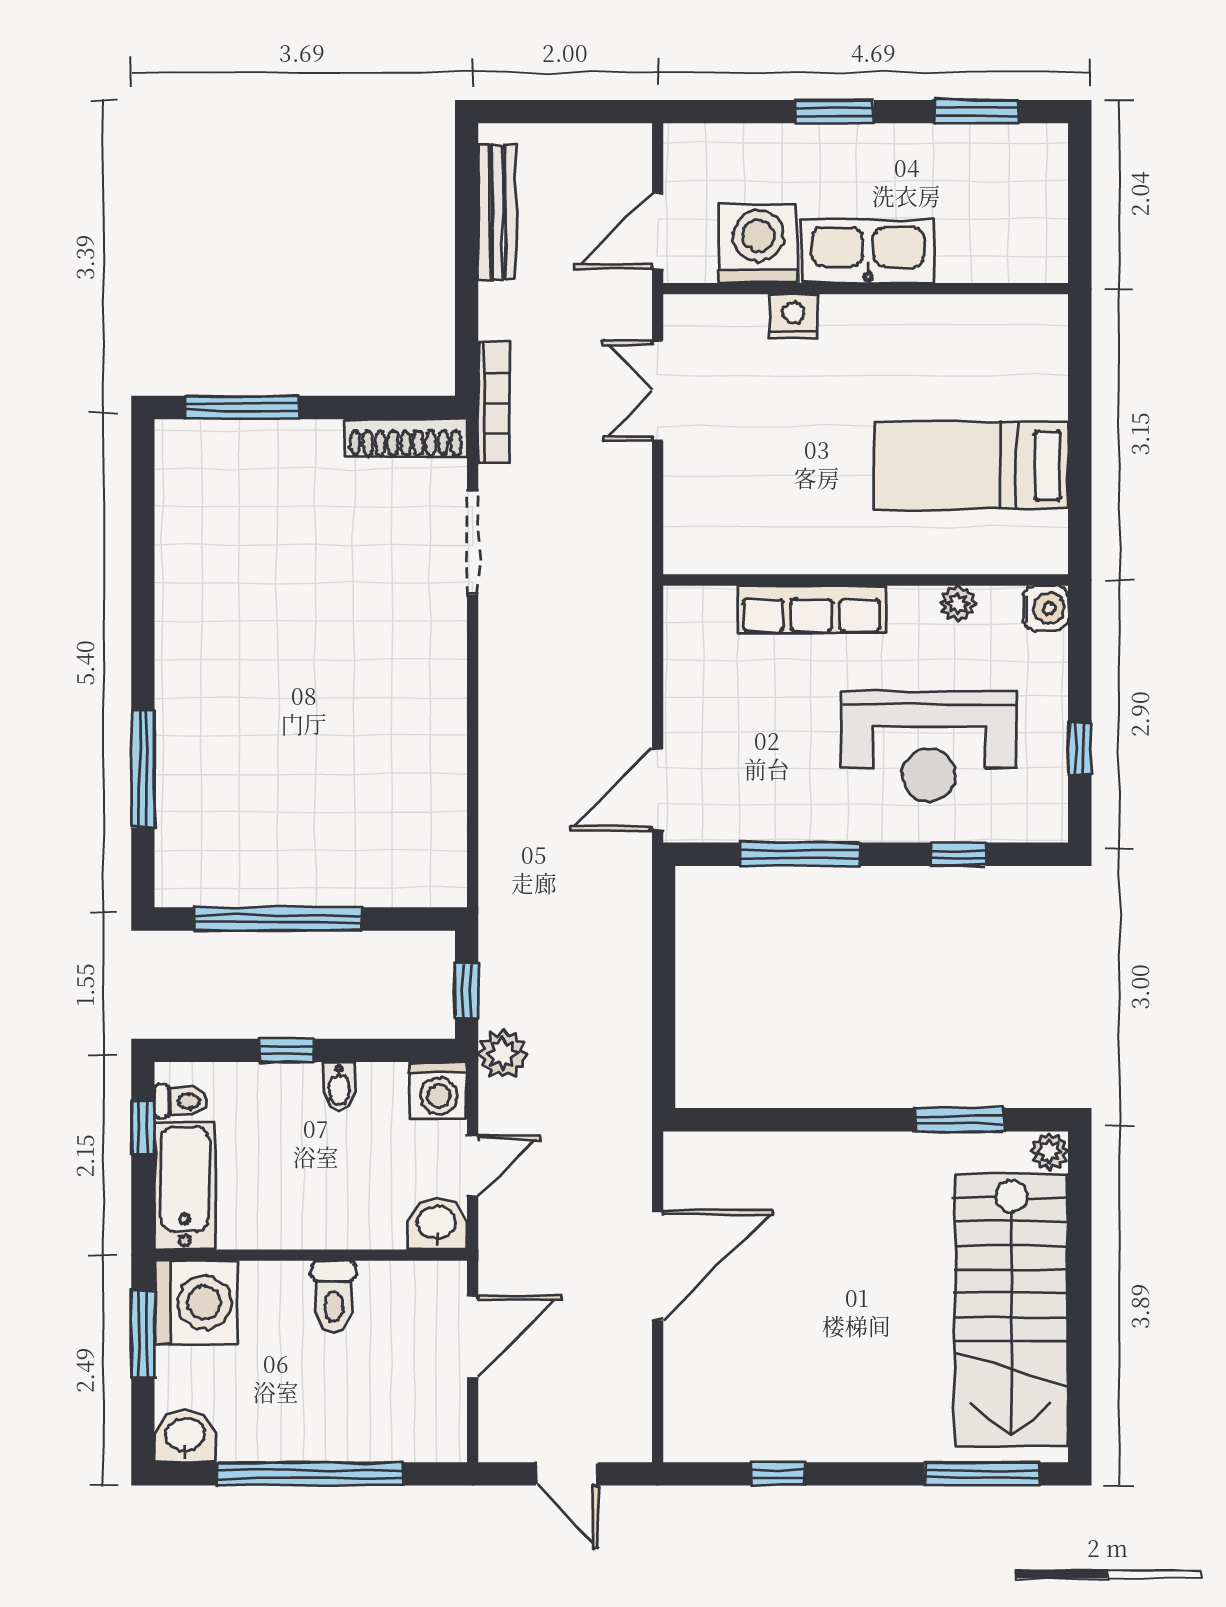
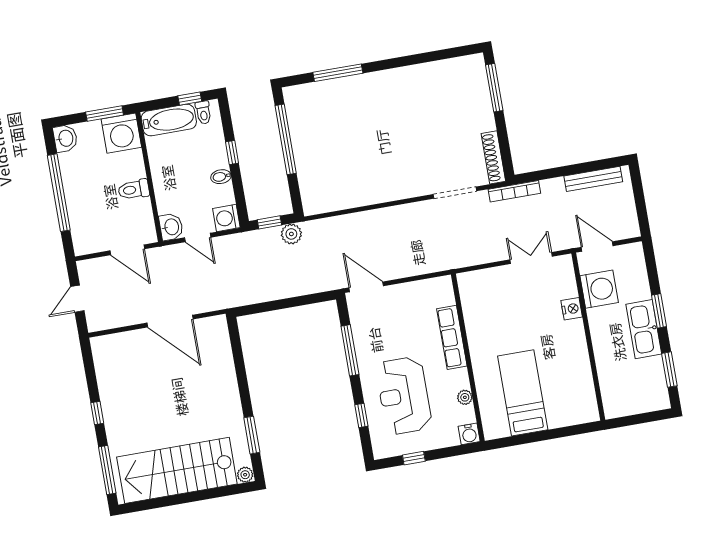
kitchen sink: (868, 251) -> (644, 329), moved, turned 180
plant: (503, 1054) -> (291, 234), moved
window: (778, 1474) -> (97, 413), moved

